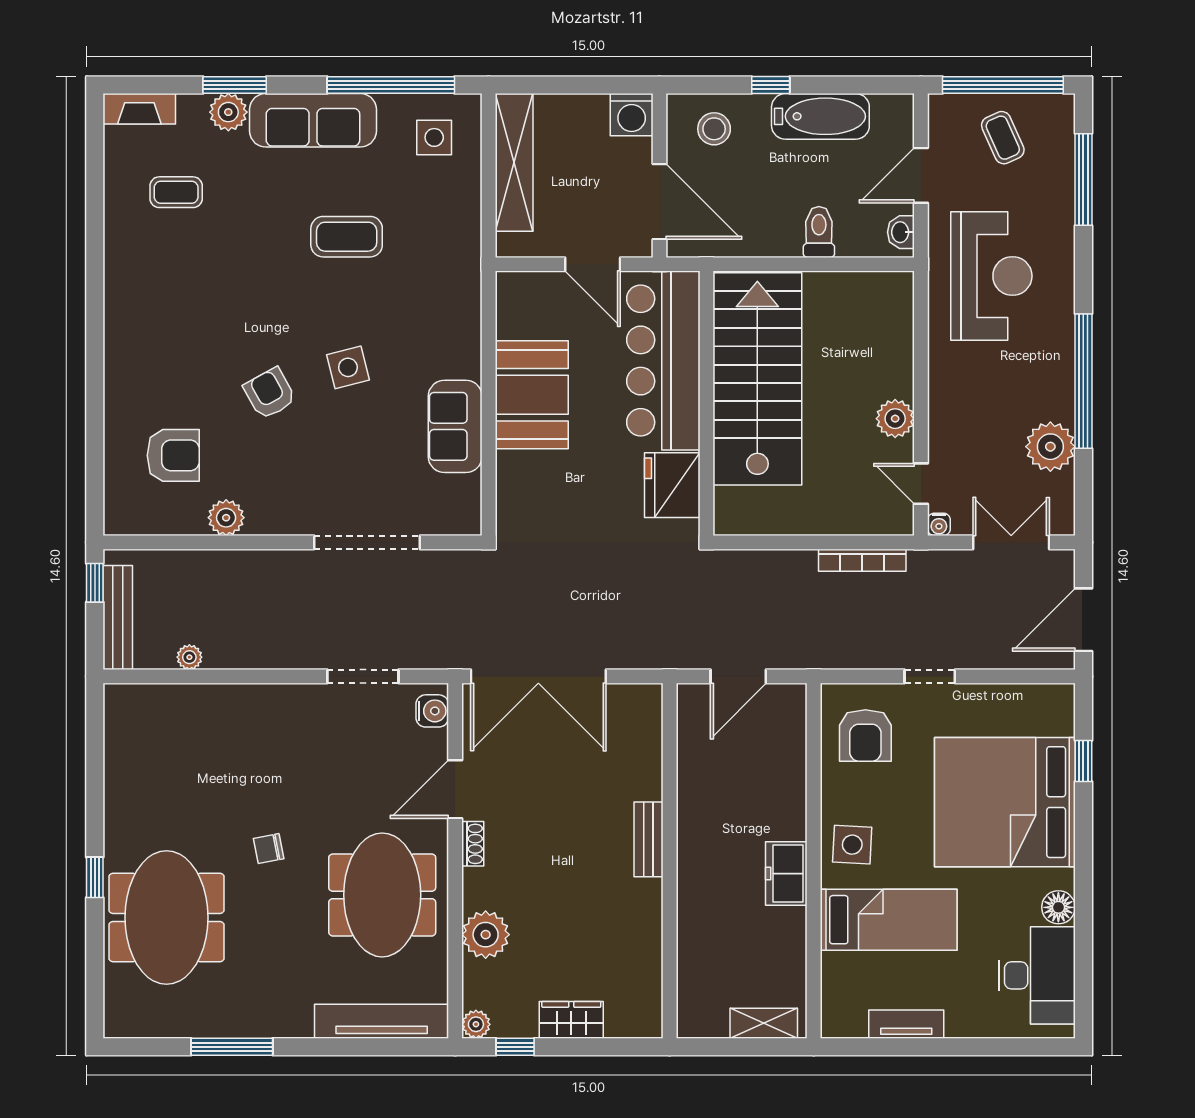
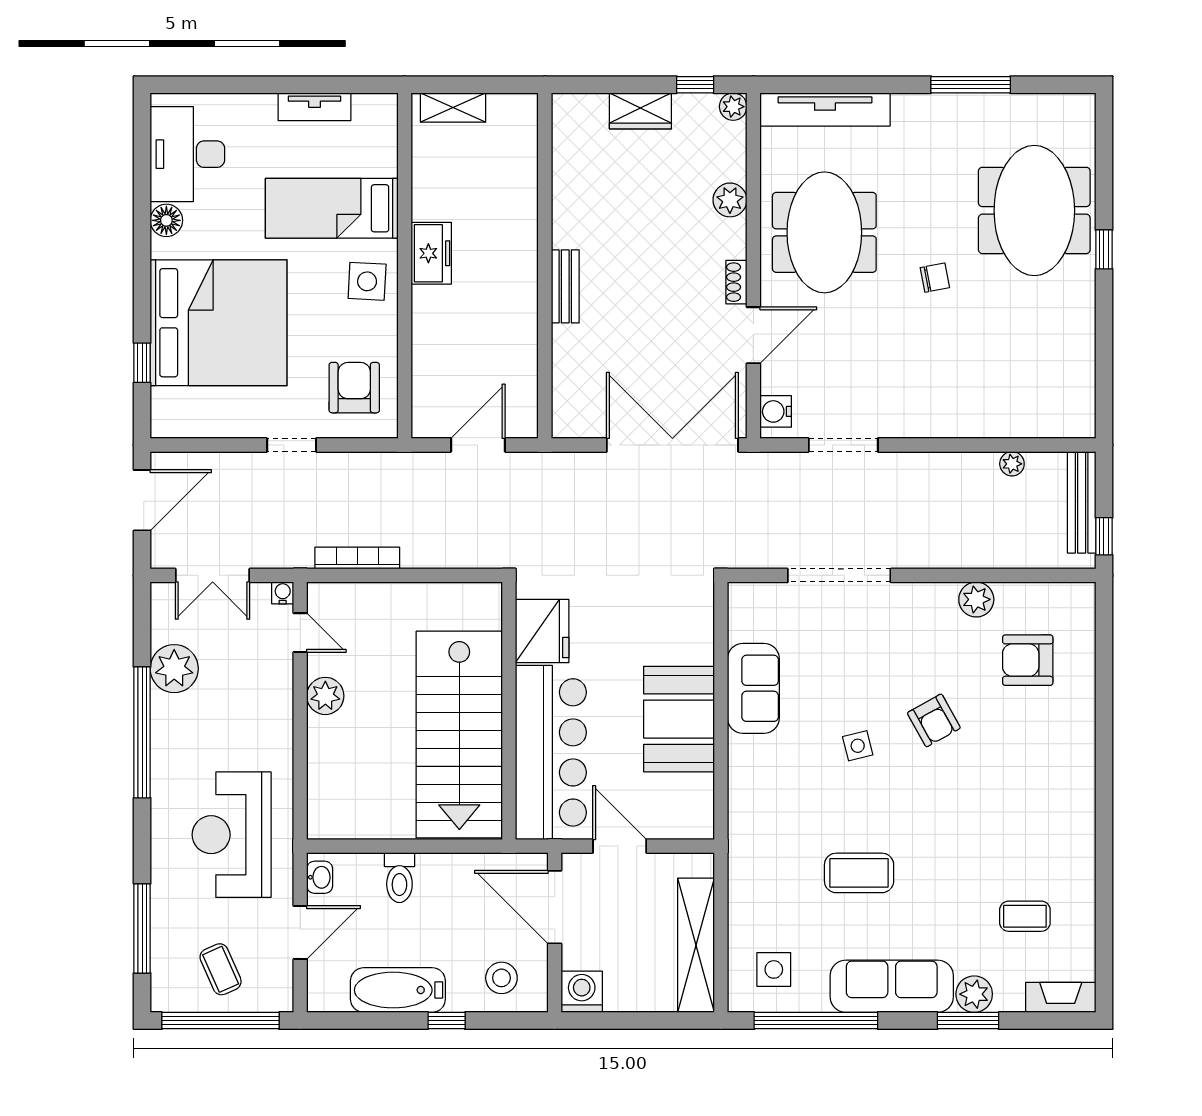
side table: (348, 367) -> (858, 746), width x0.73, depth x0.73
plant: (486, 935) -> (730, 200), width x0.73, depth x0.73

